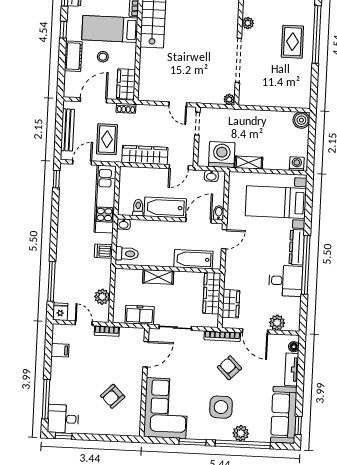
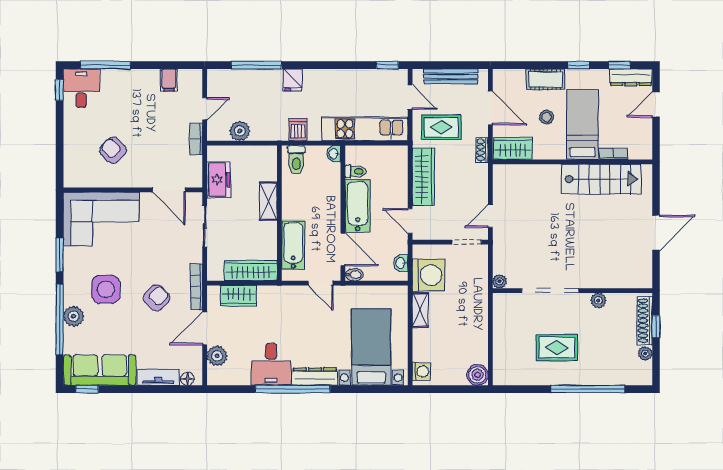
rug: (292, 42) -> (557, 348), moved
fridge: (60, 312) -> (293, 80), moved, turned 90

